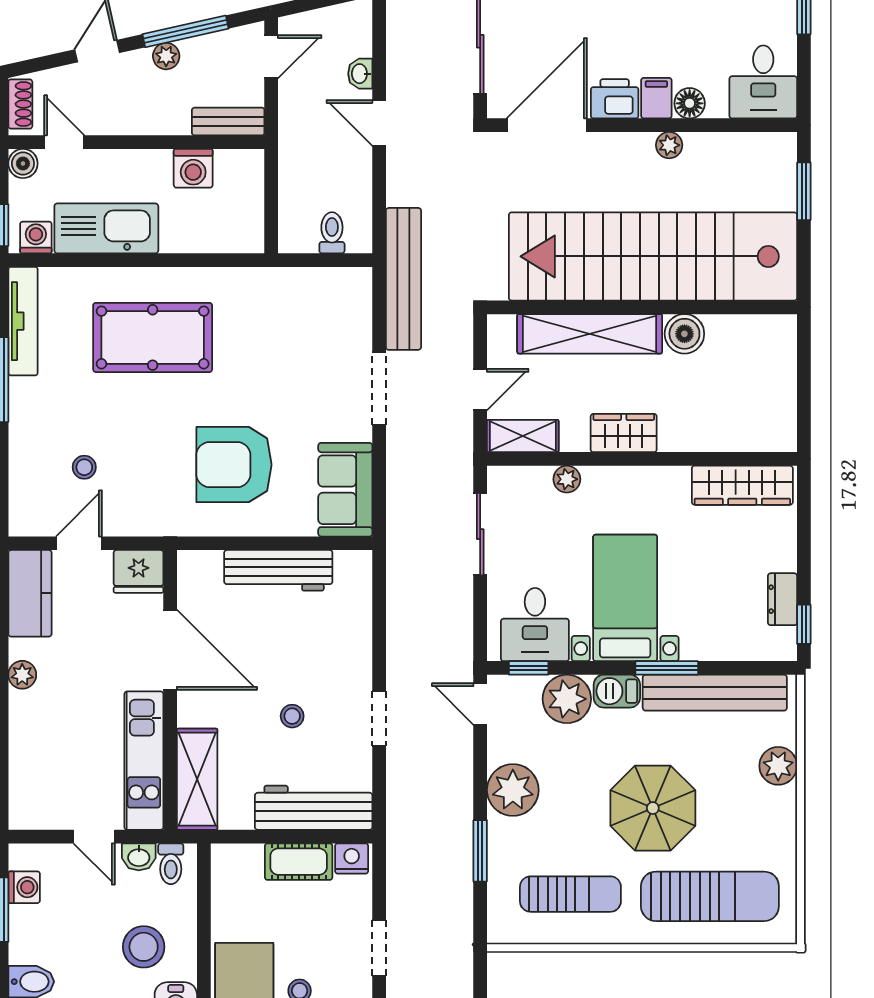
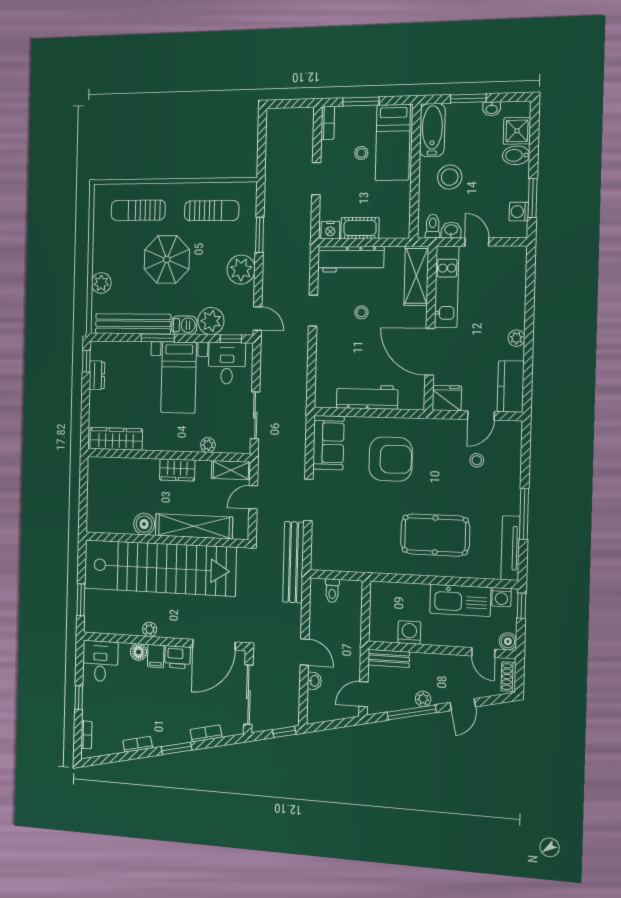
sun lounger: (570, 894) -> (212, 211), turned 180
sun lounger: (710, 896) -> (138, 210), width x0.73, depth x0.75

